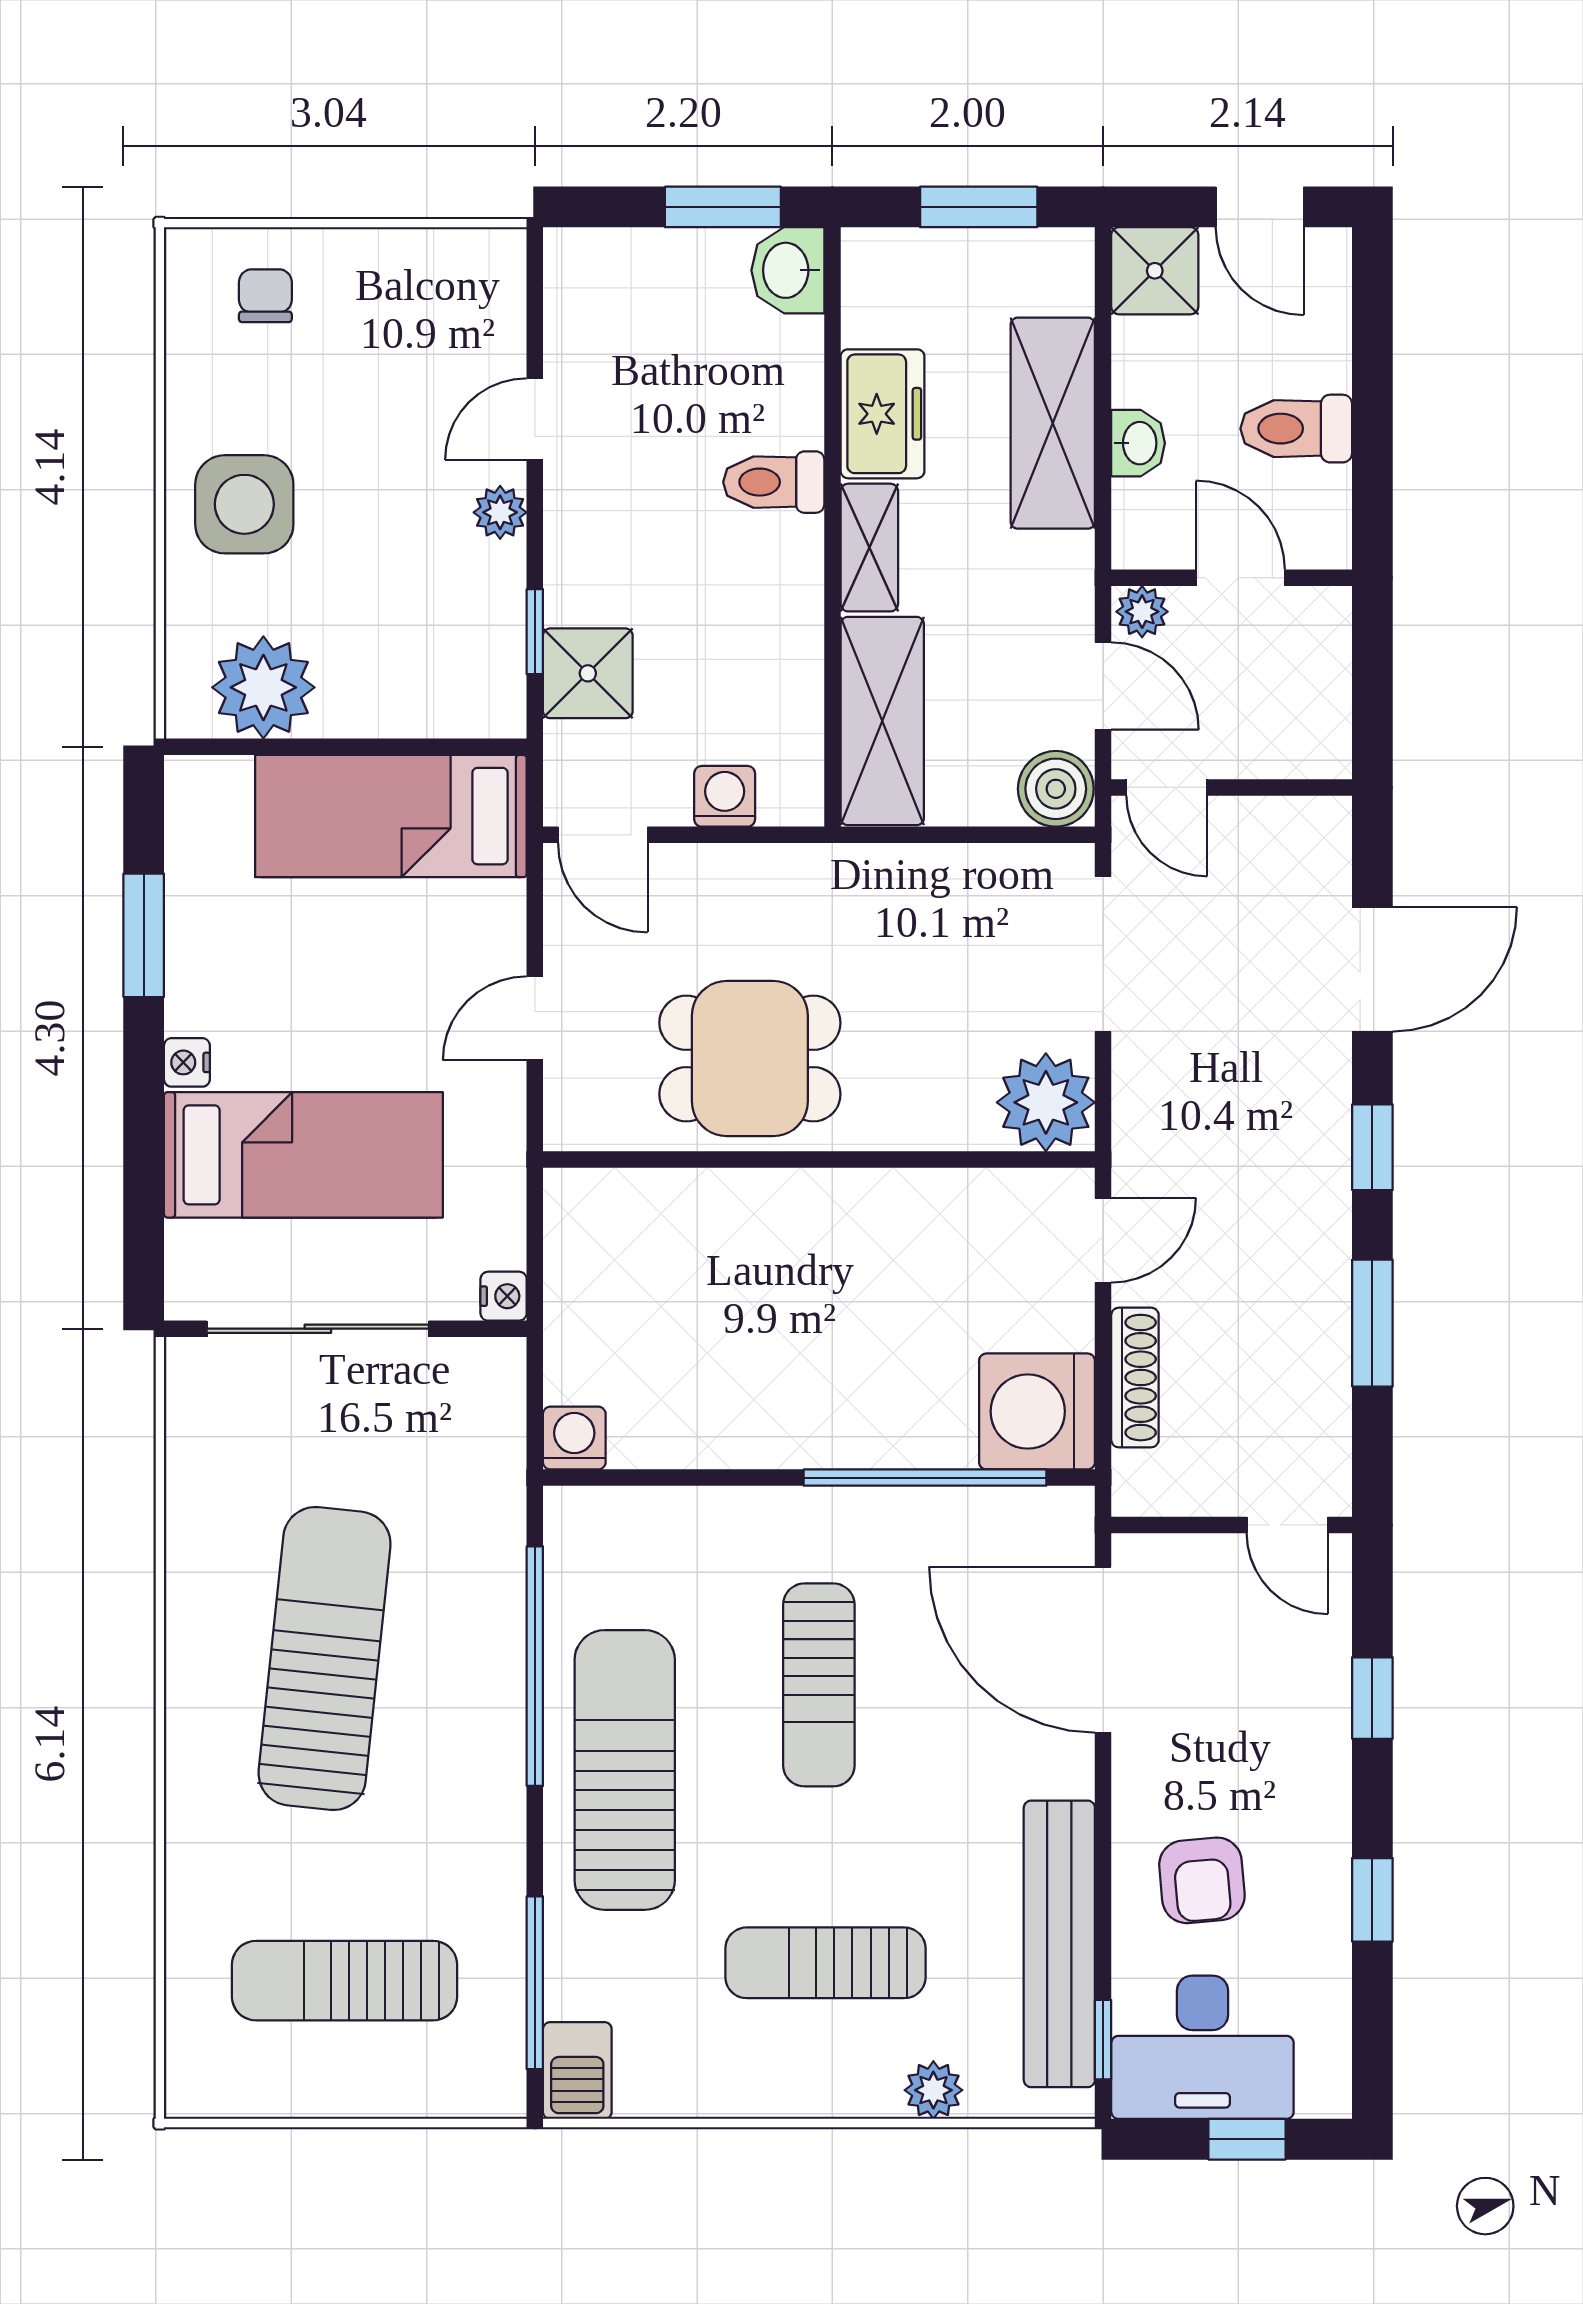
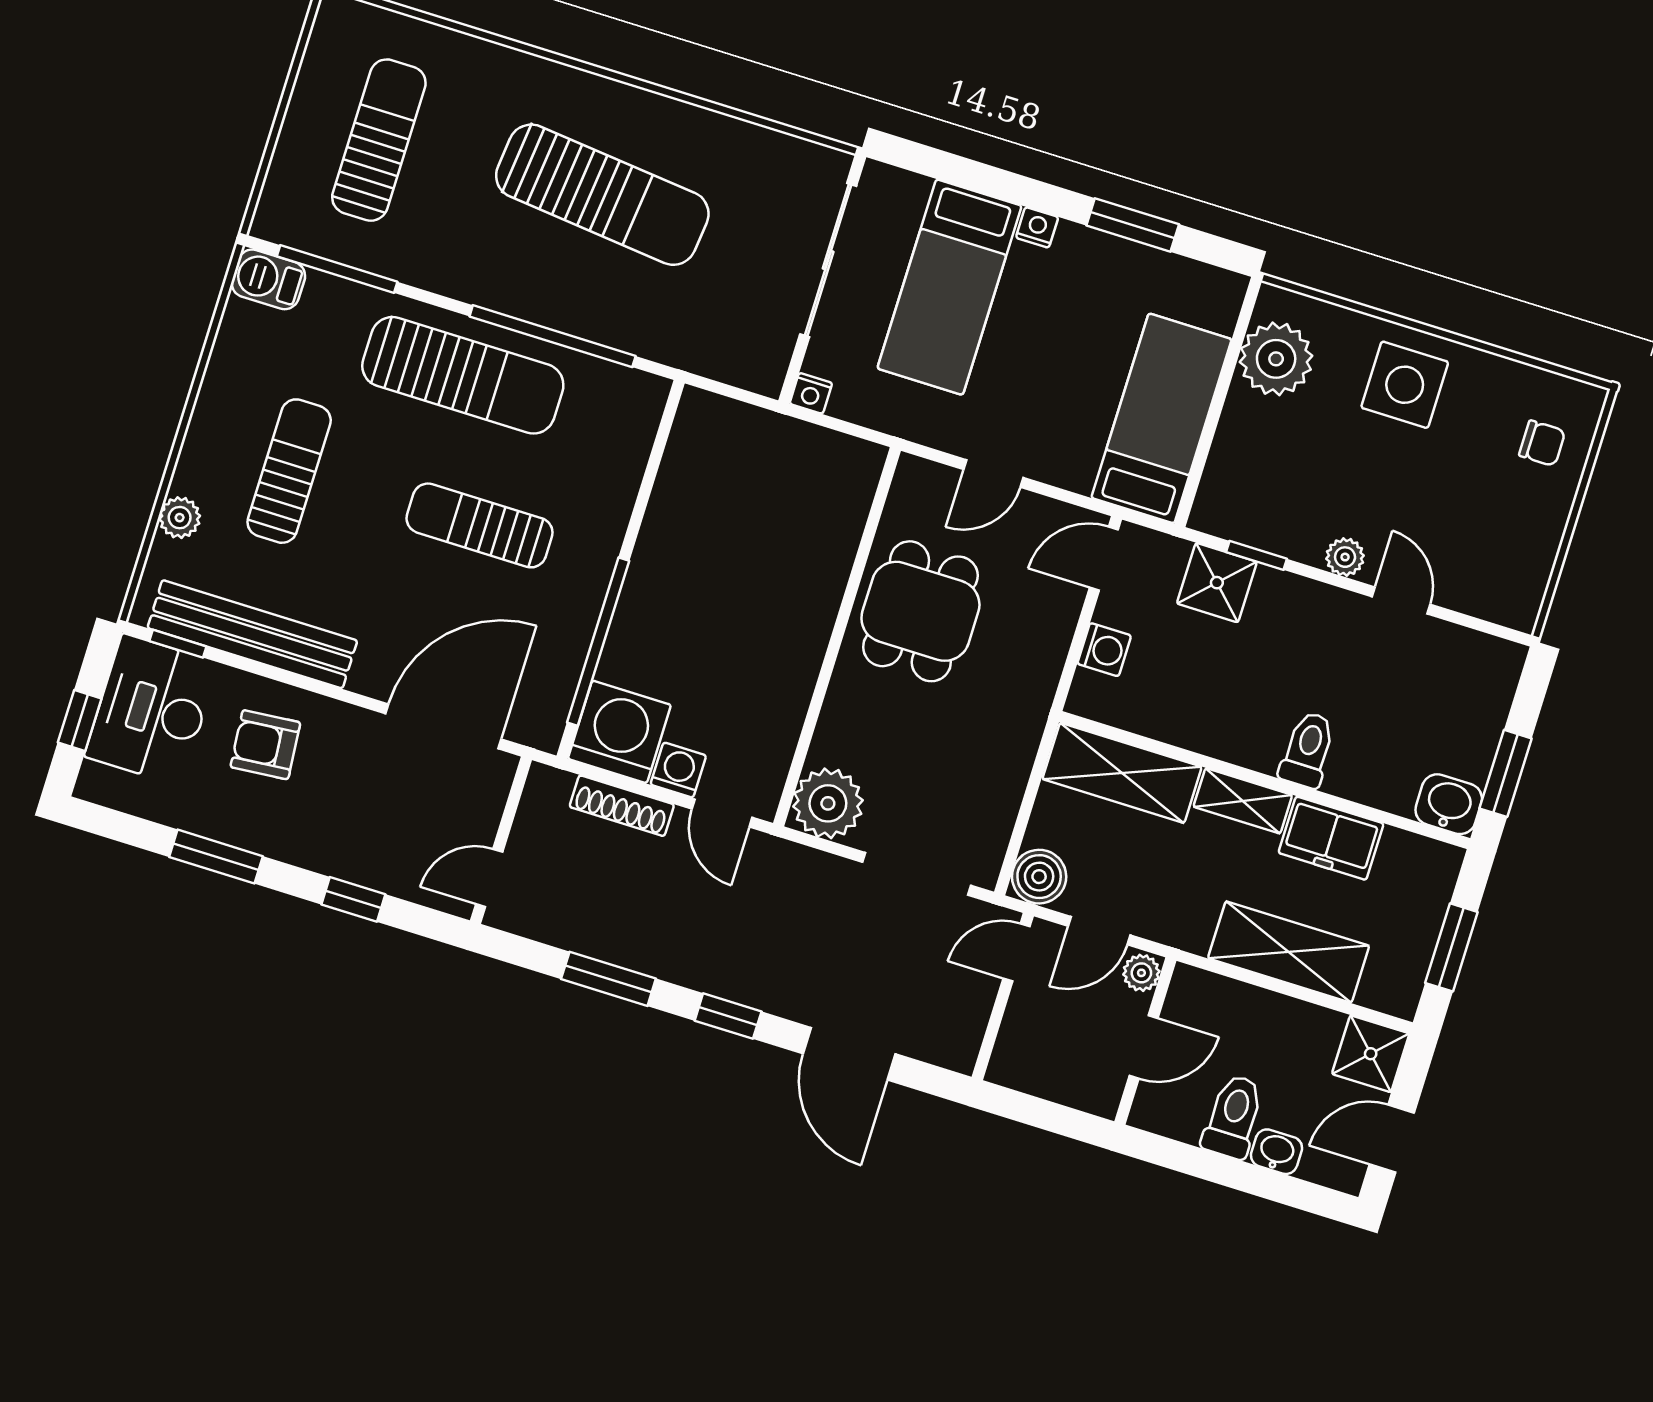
washbasin: (1138, 443) -> (1277, 1152), moved, turned 180
door: (535, 1018) -> (993, 473), swing flipped
washing machine: (574, 1438) -> (678, 770), moved, turned -90
window: (1372, 1900) -> (216, 857), width x1.50

